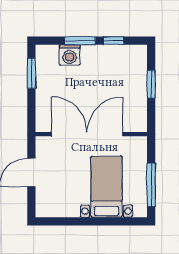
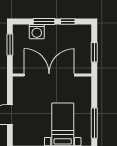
double door: (87, 134) -> (49, 75), moved
wall: (91, 134) -> (52, 75), moved

